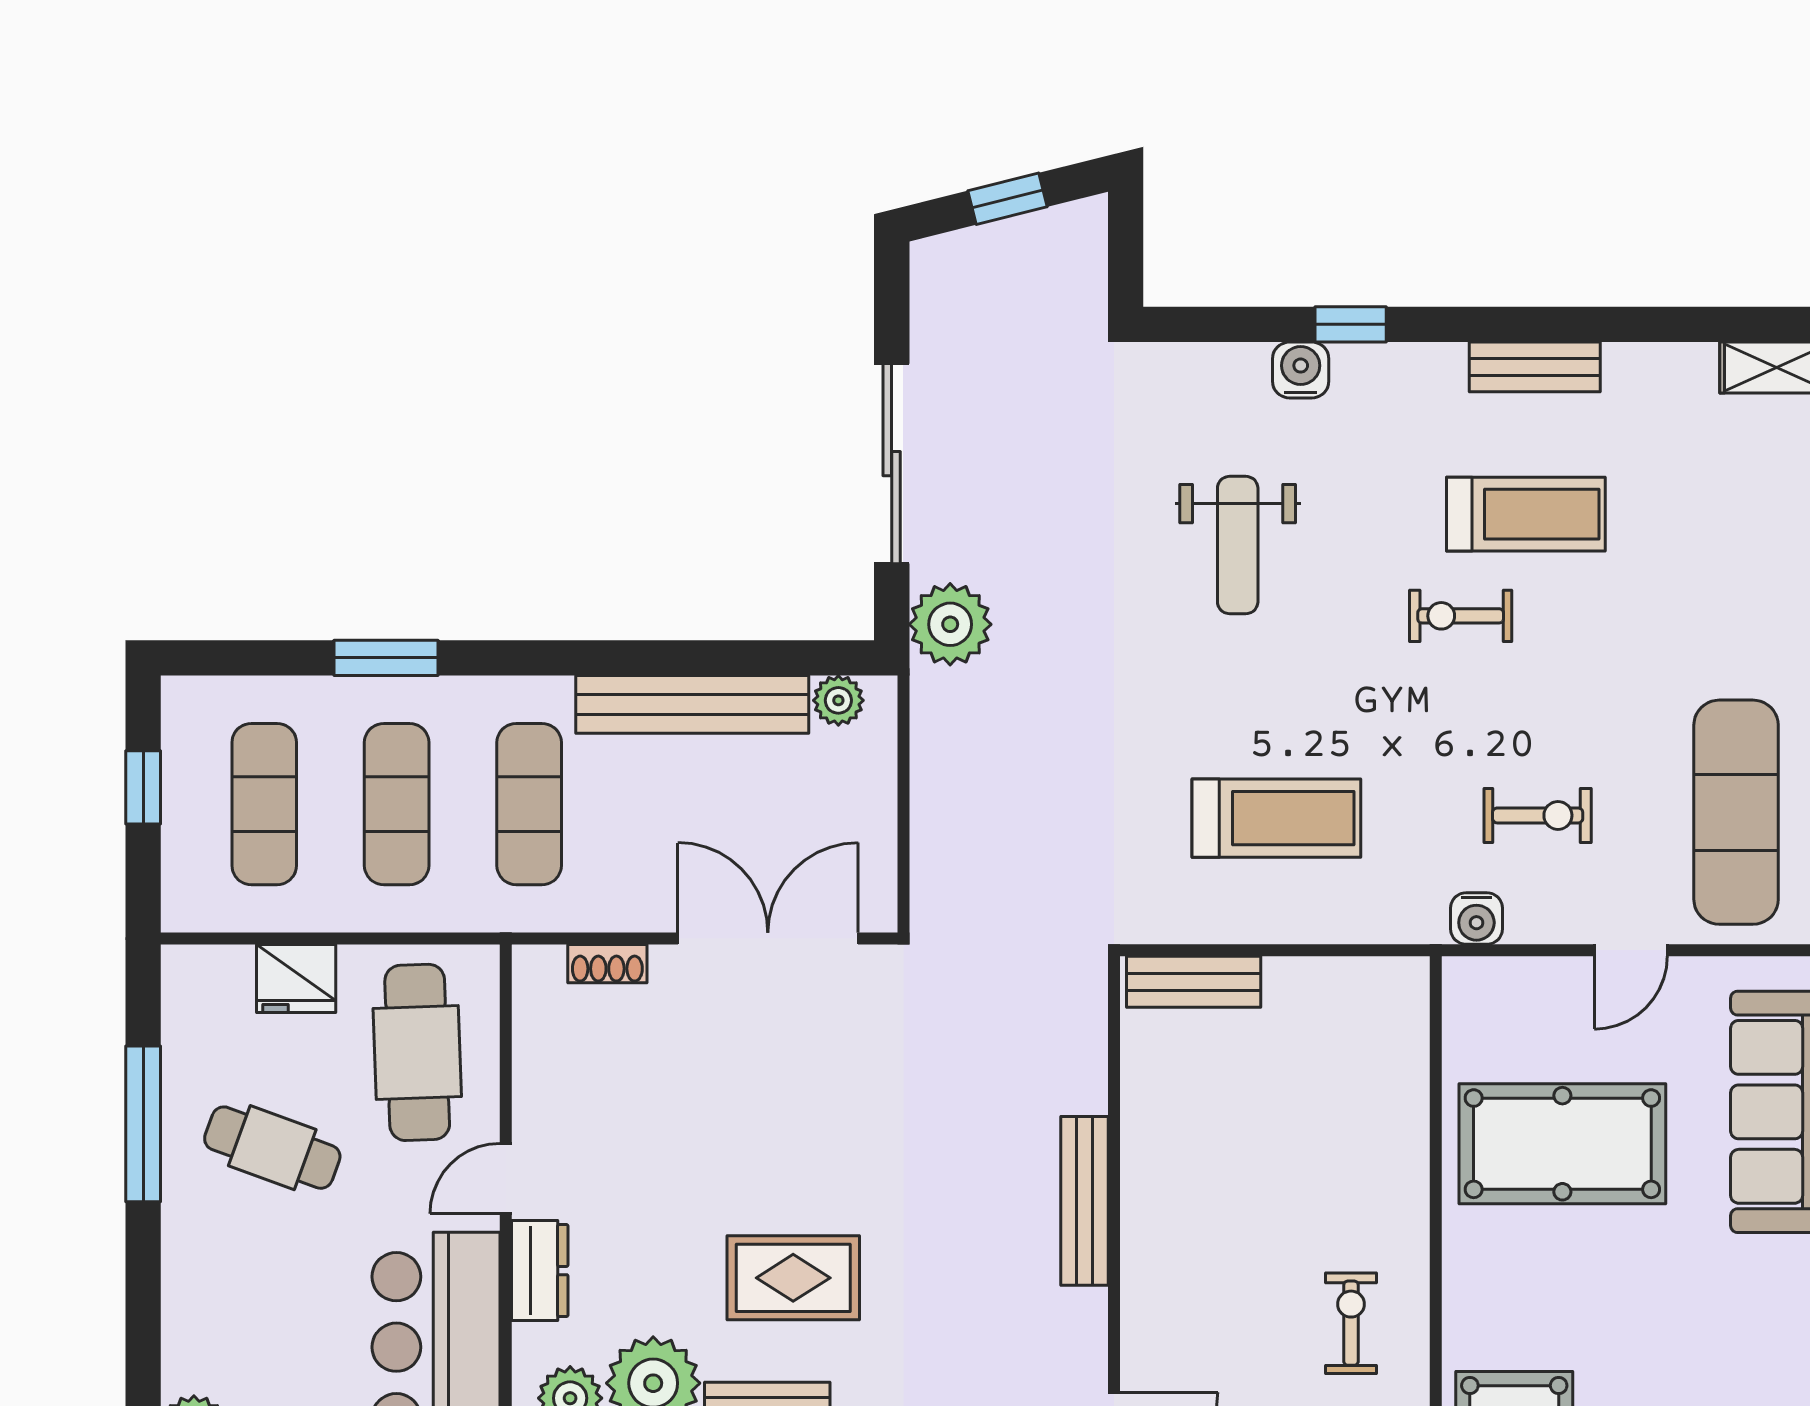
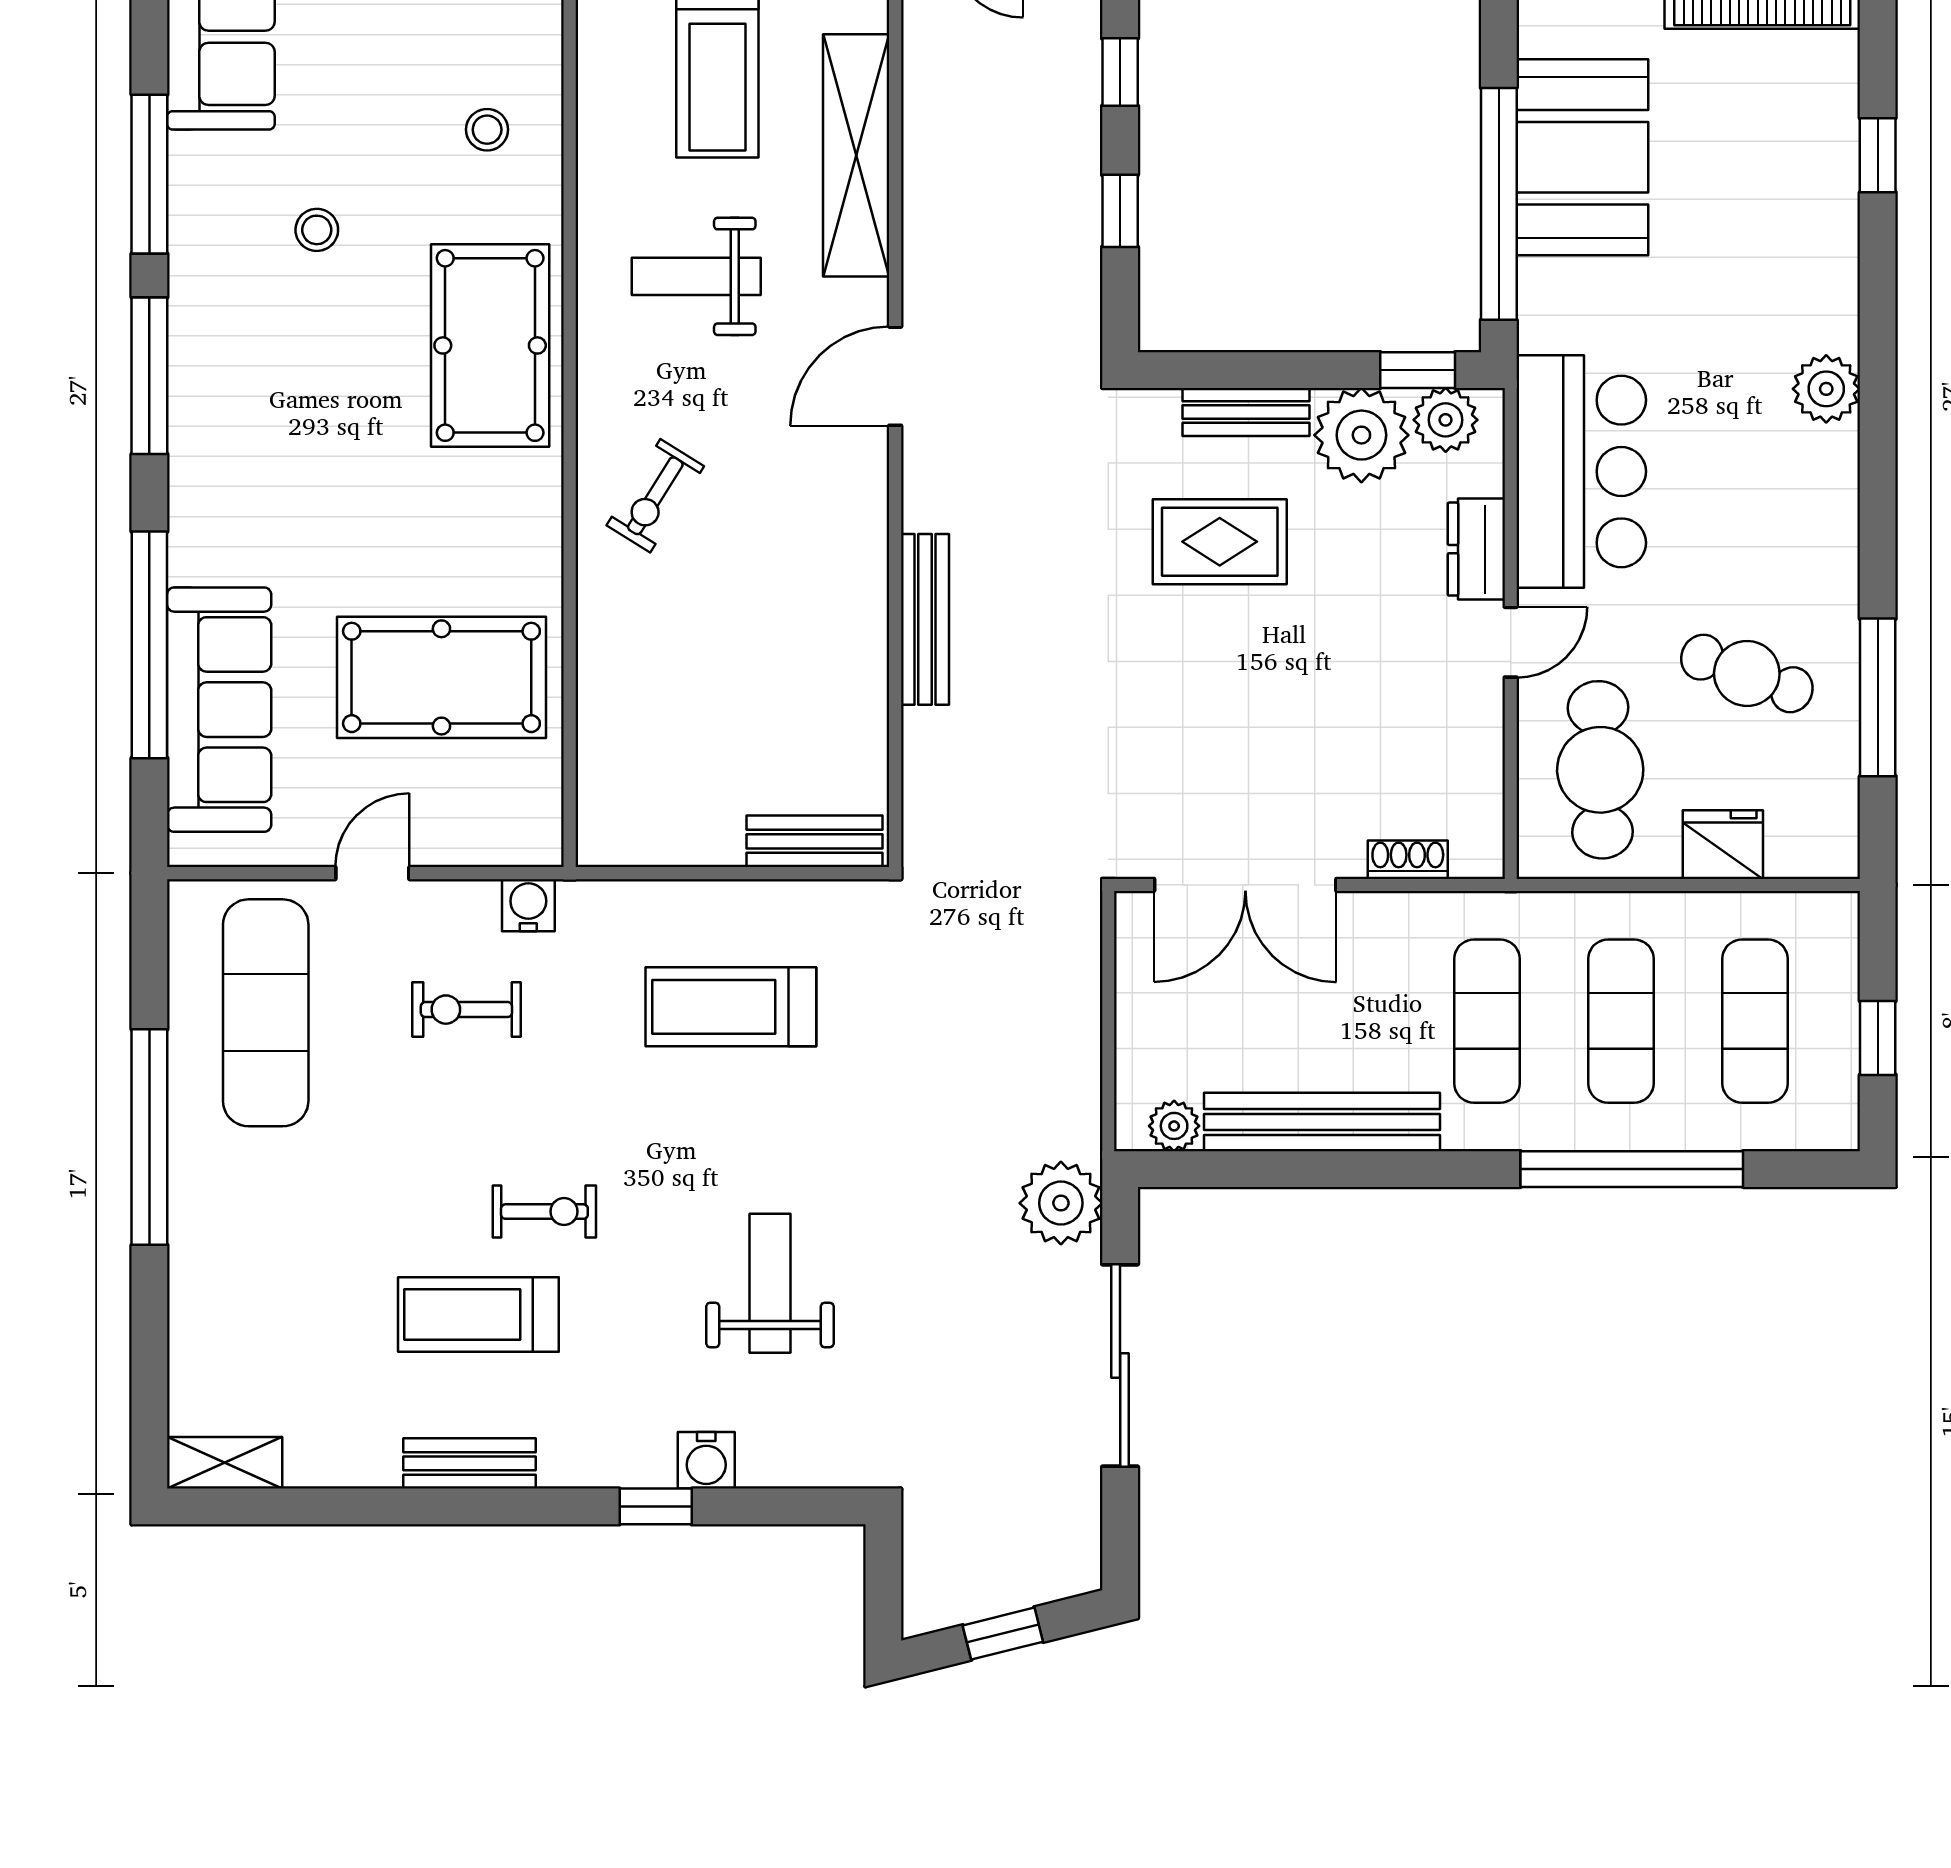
window: (386, 658) -> (1632, 1169), width x2.11
exercise bike: (1351, 1323) -> (655, 496), turned 32

